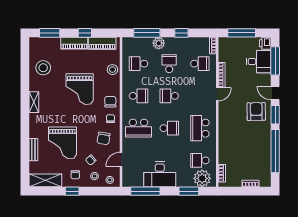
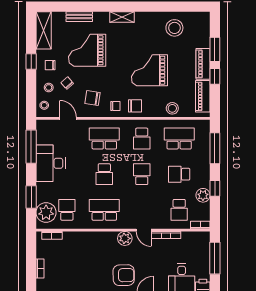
window: (50, 33) -> (215, 49), moved
plant: (159, 43) -> (203, 195), moved
school desk: (138, 64) -> (179, 139), width x1.85
school desk: (169, 64) -> (179, 174), turned 180
shelving: (34, 102) -> (122, 17), moved
plant: (225, 110) -> (125, 238), added
school desk: (138, 128) -> (104, 139), turned 90

